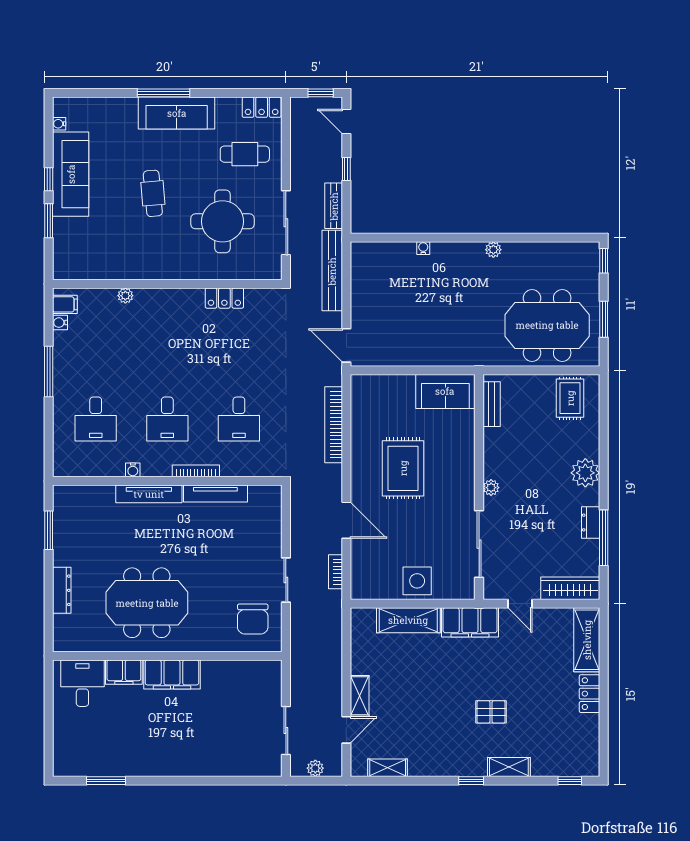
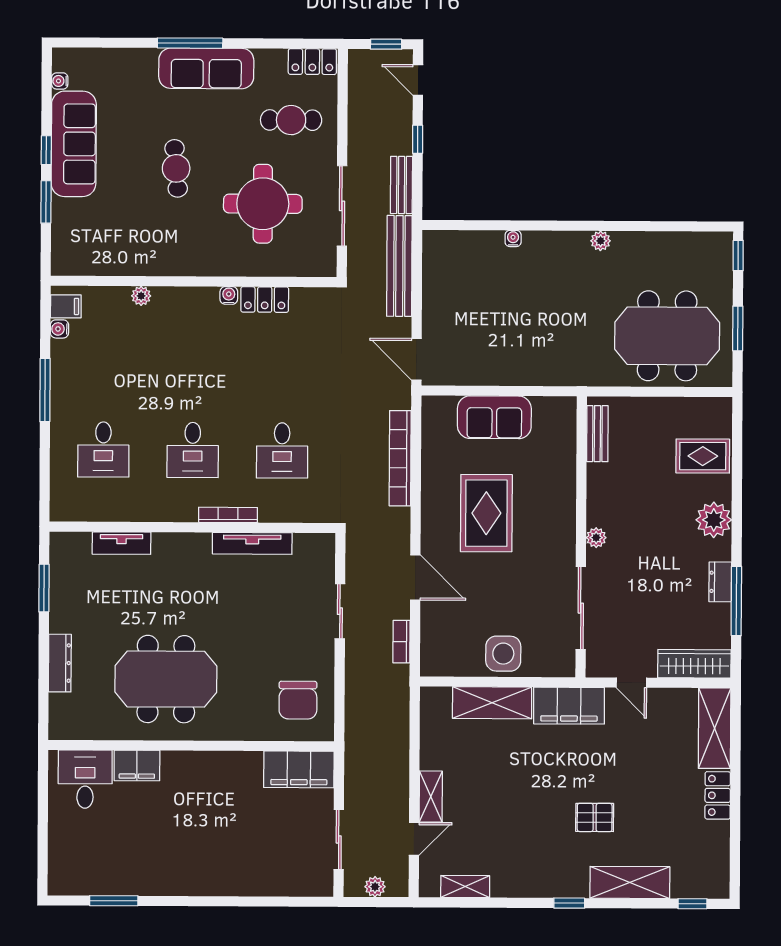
sofa: (445, 391) -> (494, 417), moved
rug: (570, 398) -> (703, 456), moved, turned 90
water cooler: (133, 470) -> (229, 295), moved, turned 180
tv unit: (149, 494) -> (122, 543), moved, width x0.71
sliding door: (286, 580) -> (340, 611), moved
filing cabinet: (172, 675) -> (299, 769), moved
shelving: (509, 767) -> (630, 882), width x1.50, depth x1.33

